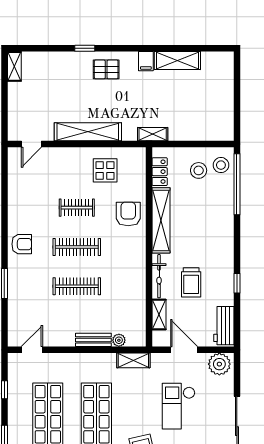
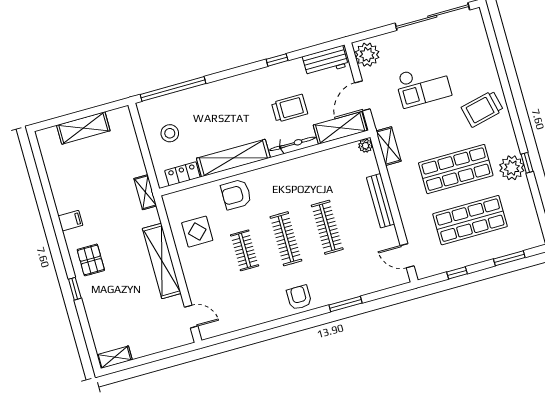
shelving: (177, 61) -> (83, 128), moved, turned 90
stool: (221, 165) -> (158, 111), removed
shelving: (159, 315) -> (340, 128), width x1.50, depth x1.33
bench: (93, 340) -> (381, 201), width x1.36
plant: (119, 340) -> (366, 146), moved

